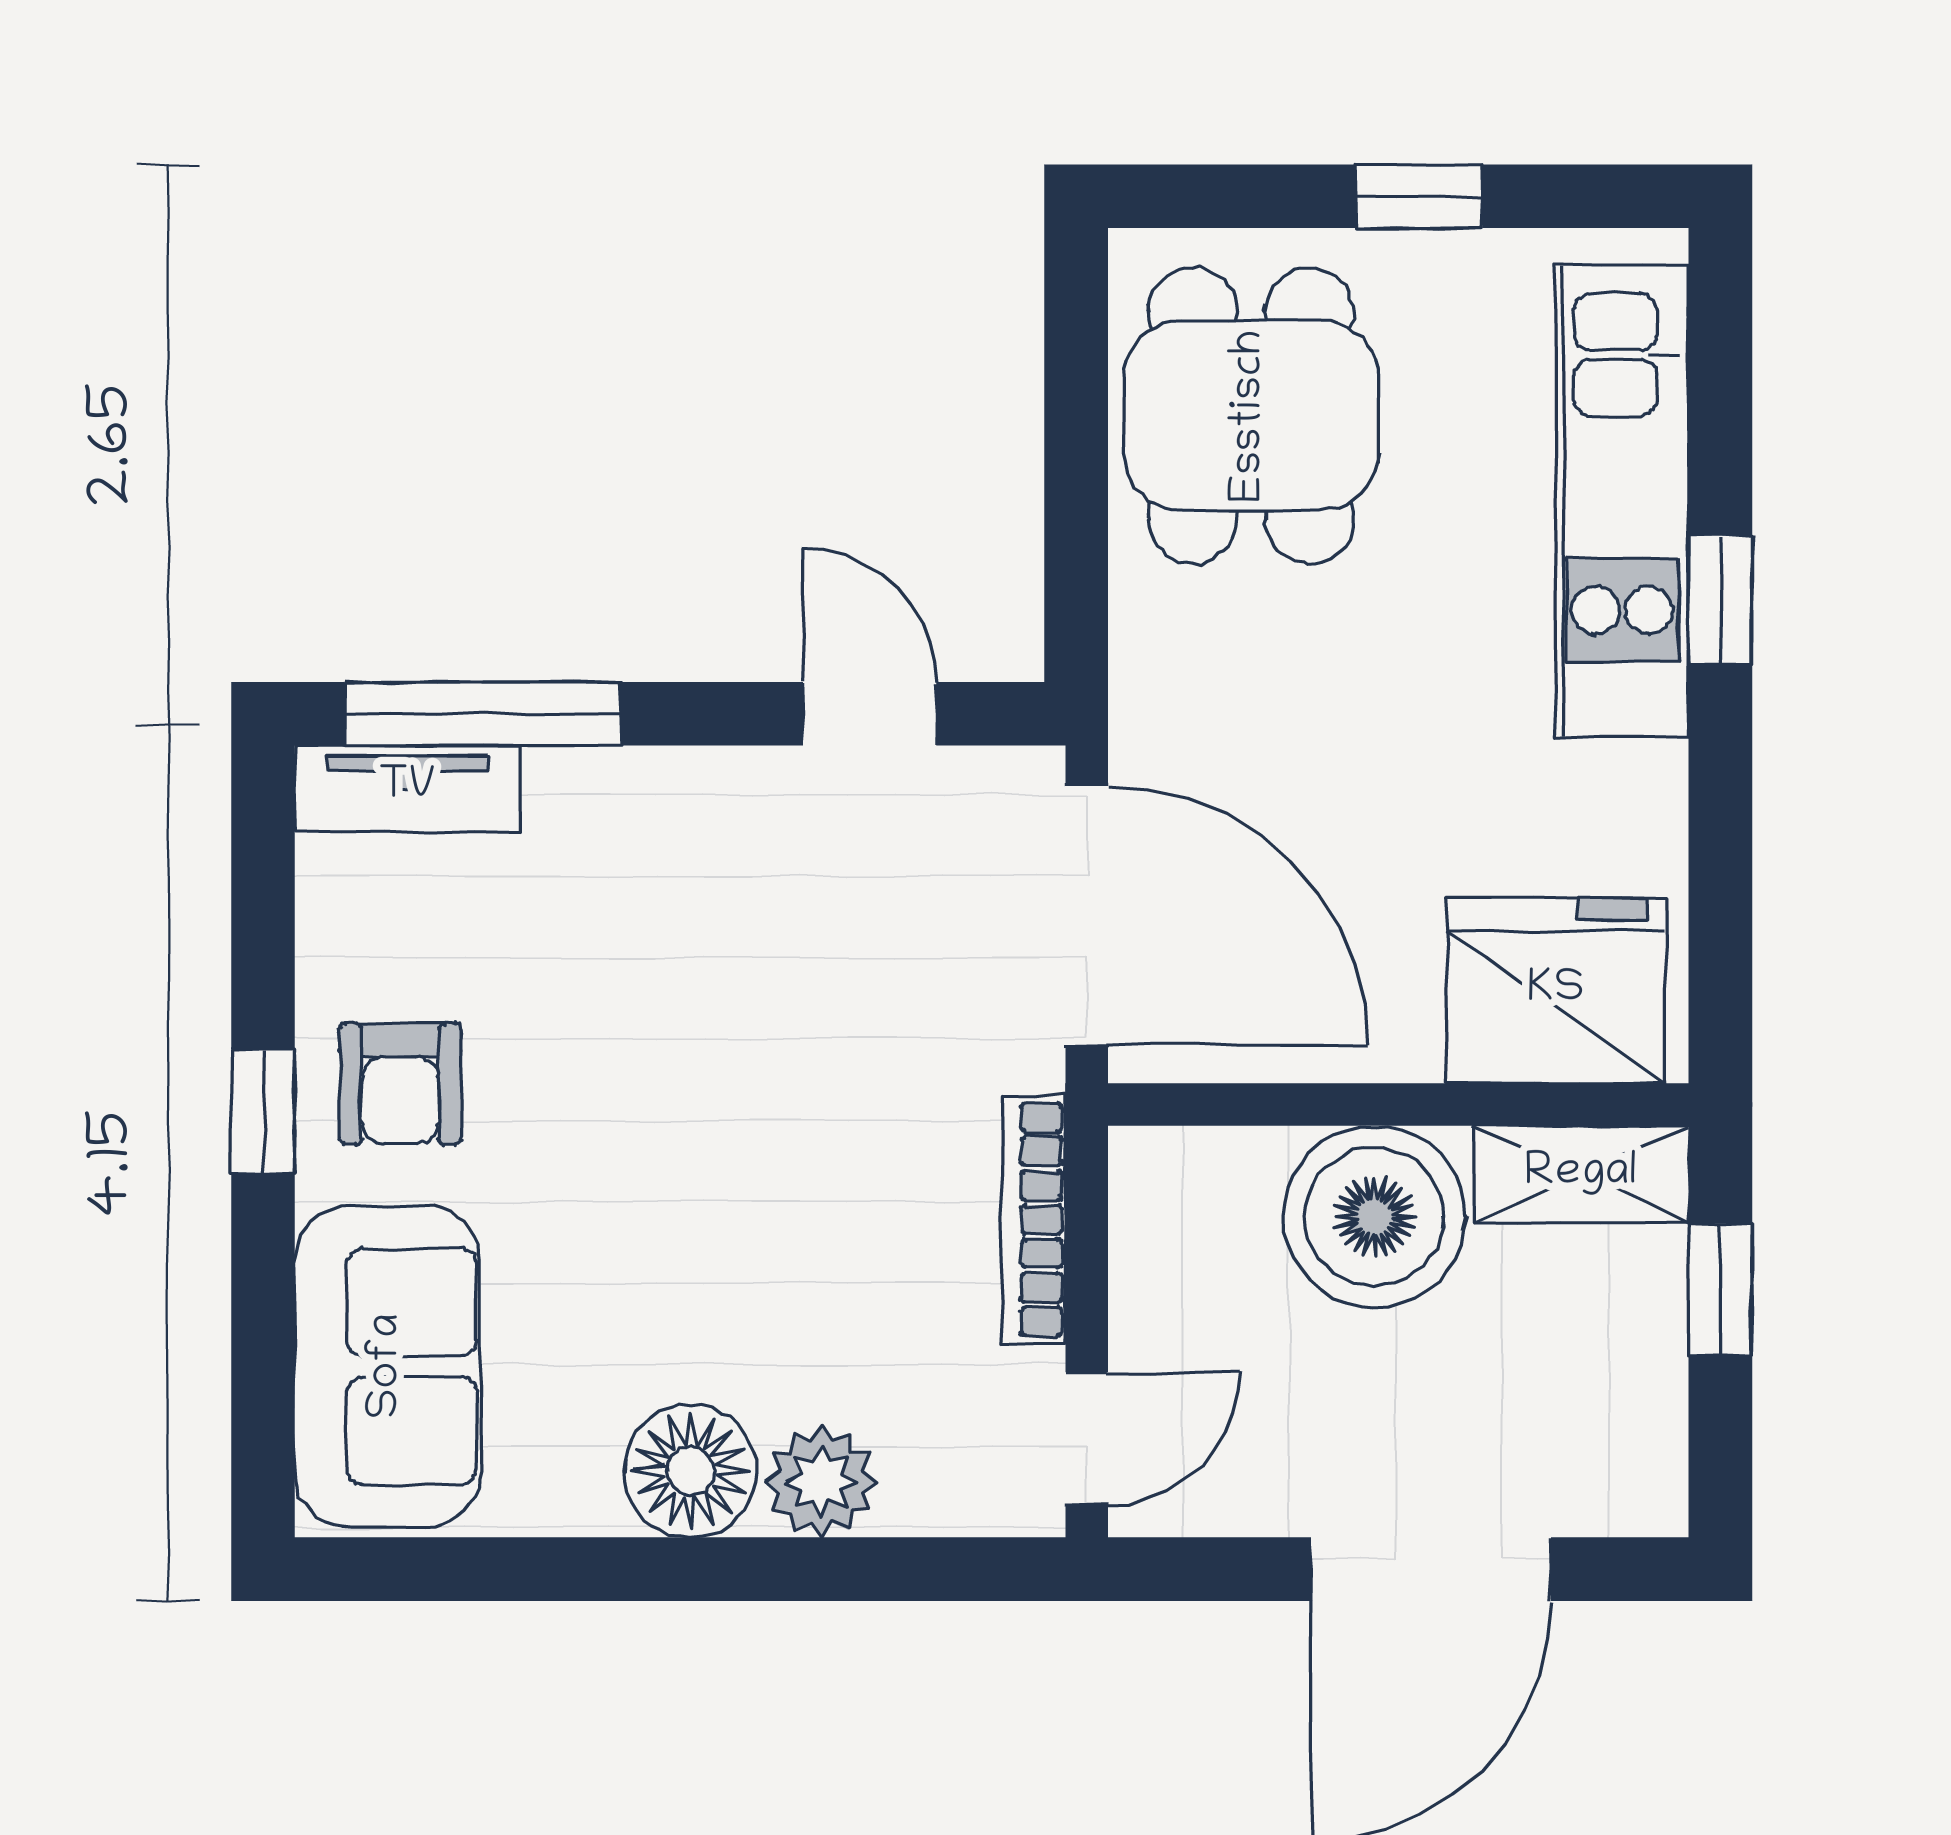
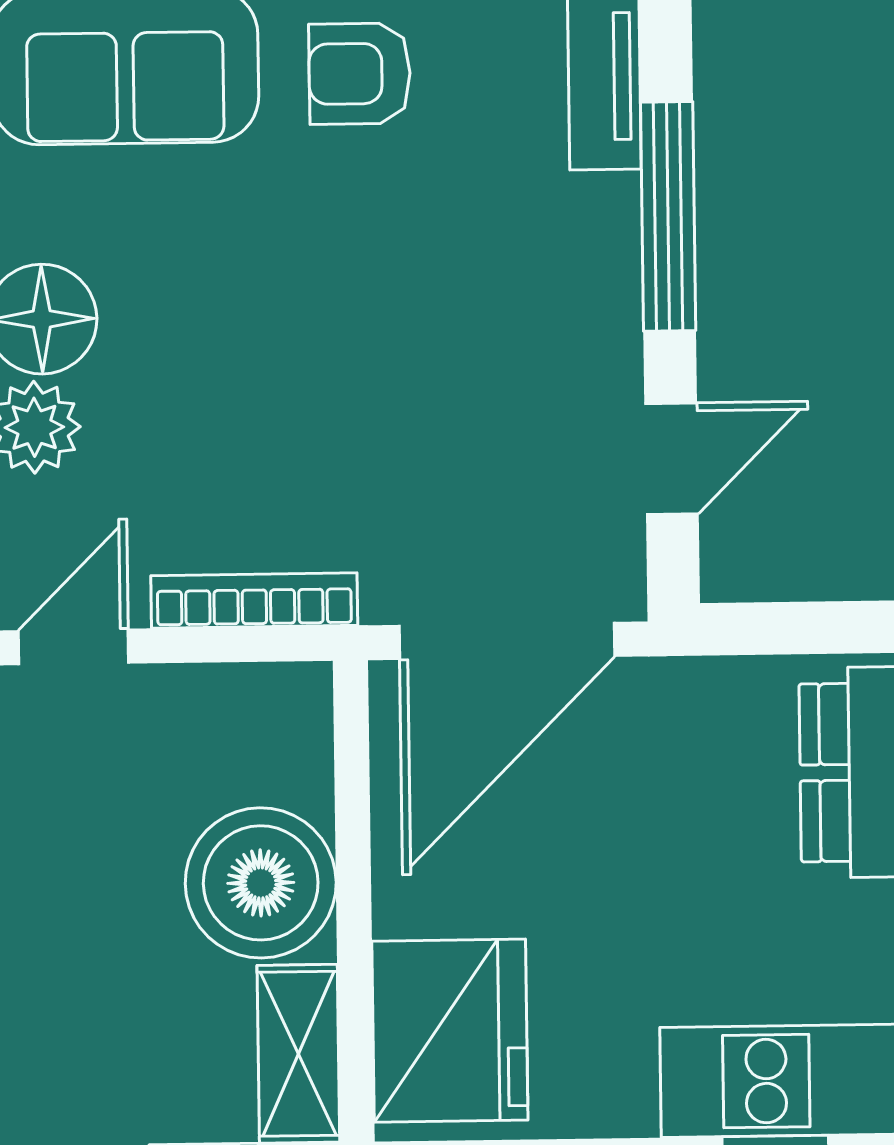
window: (483, 714) -> (668, 216), moved
door: (1087, 1438) -> (74, 647), swing flipped

